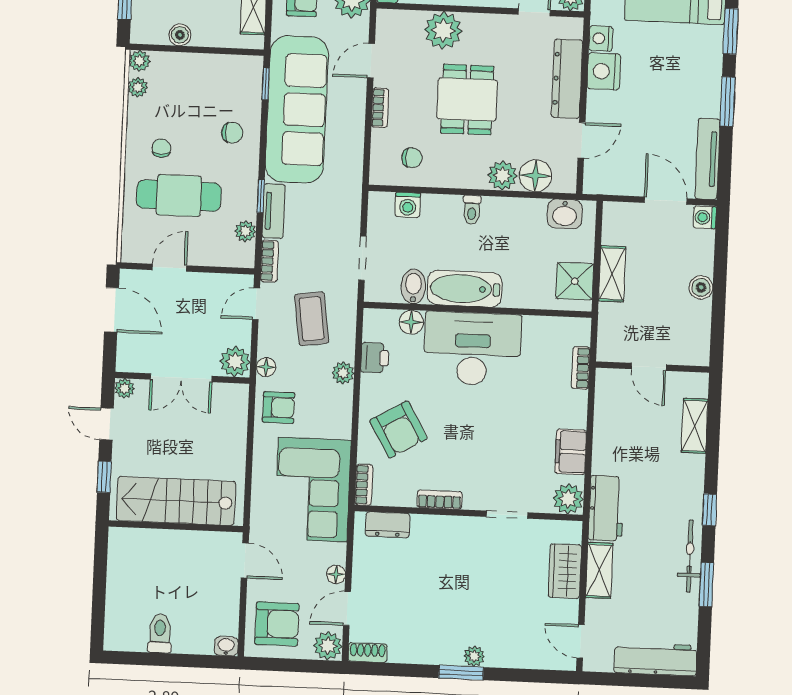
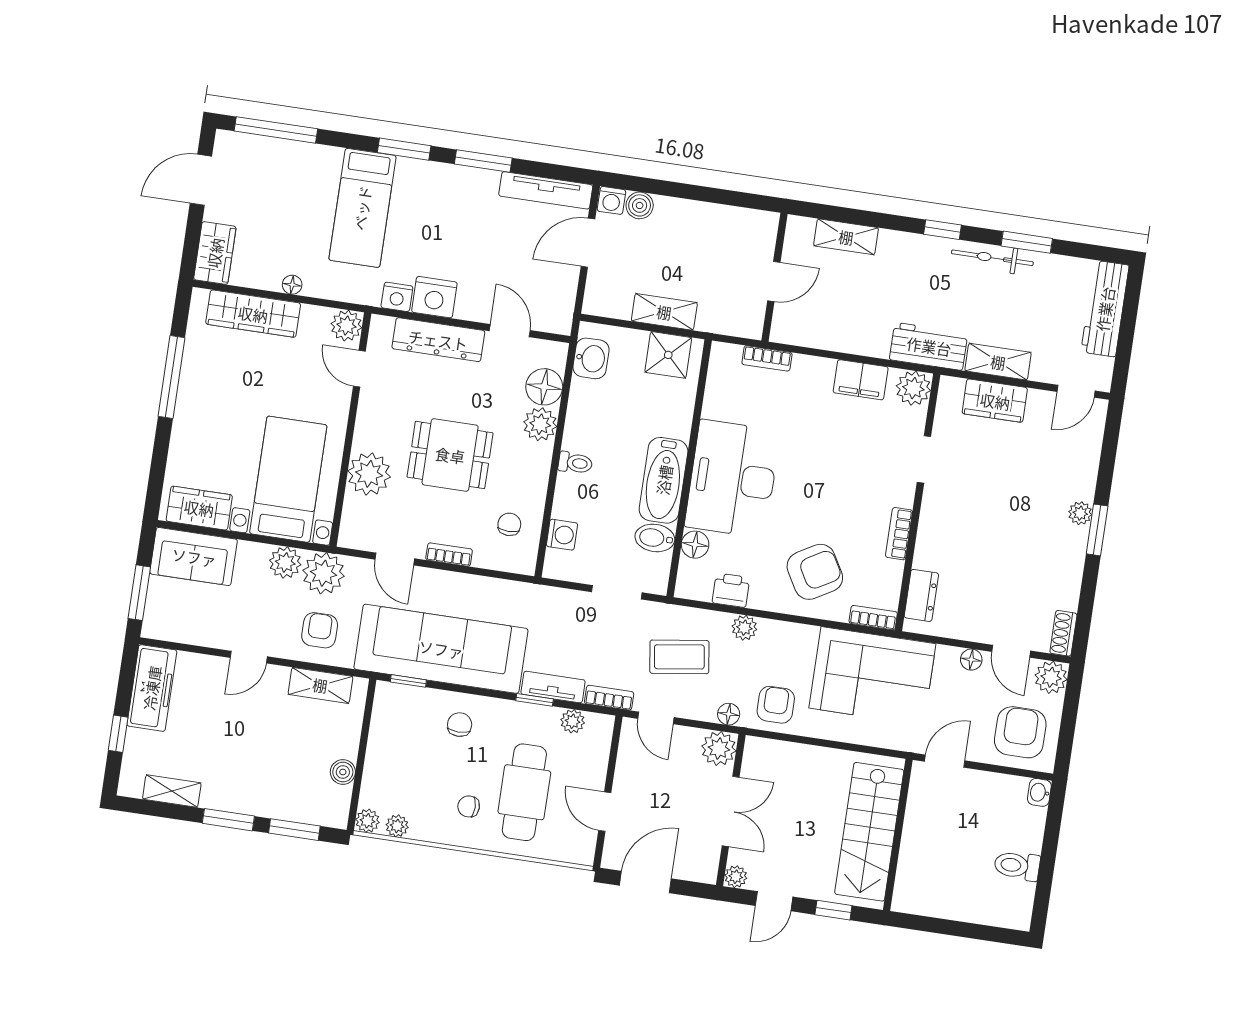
boiler: (701, 287) -> (640, 205), moved

